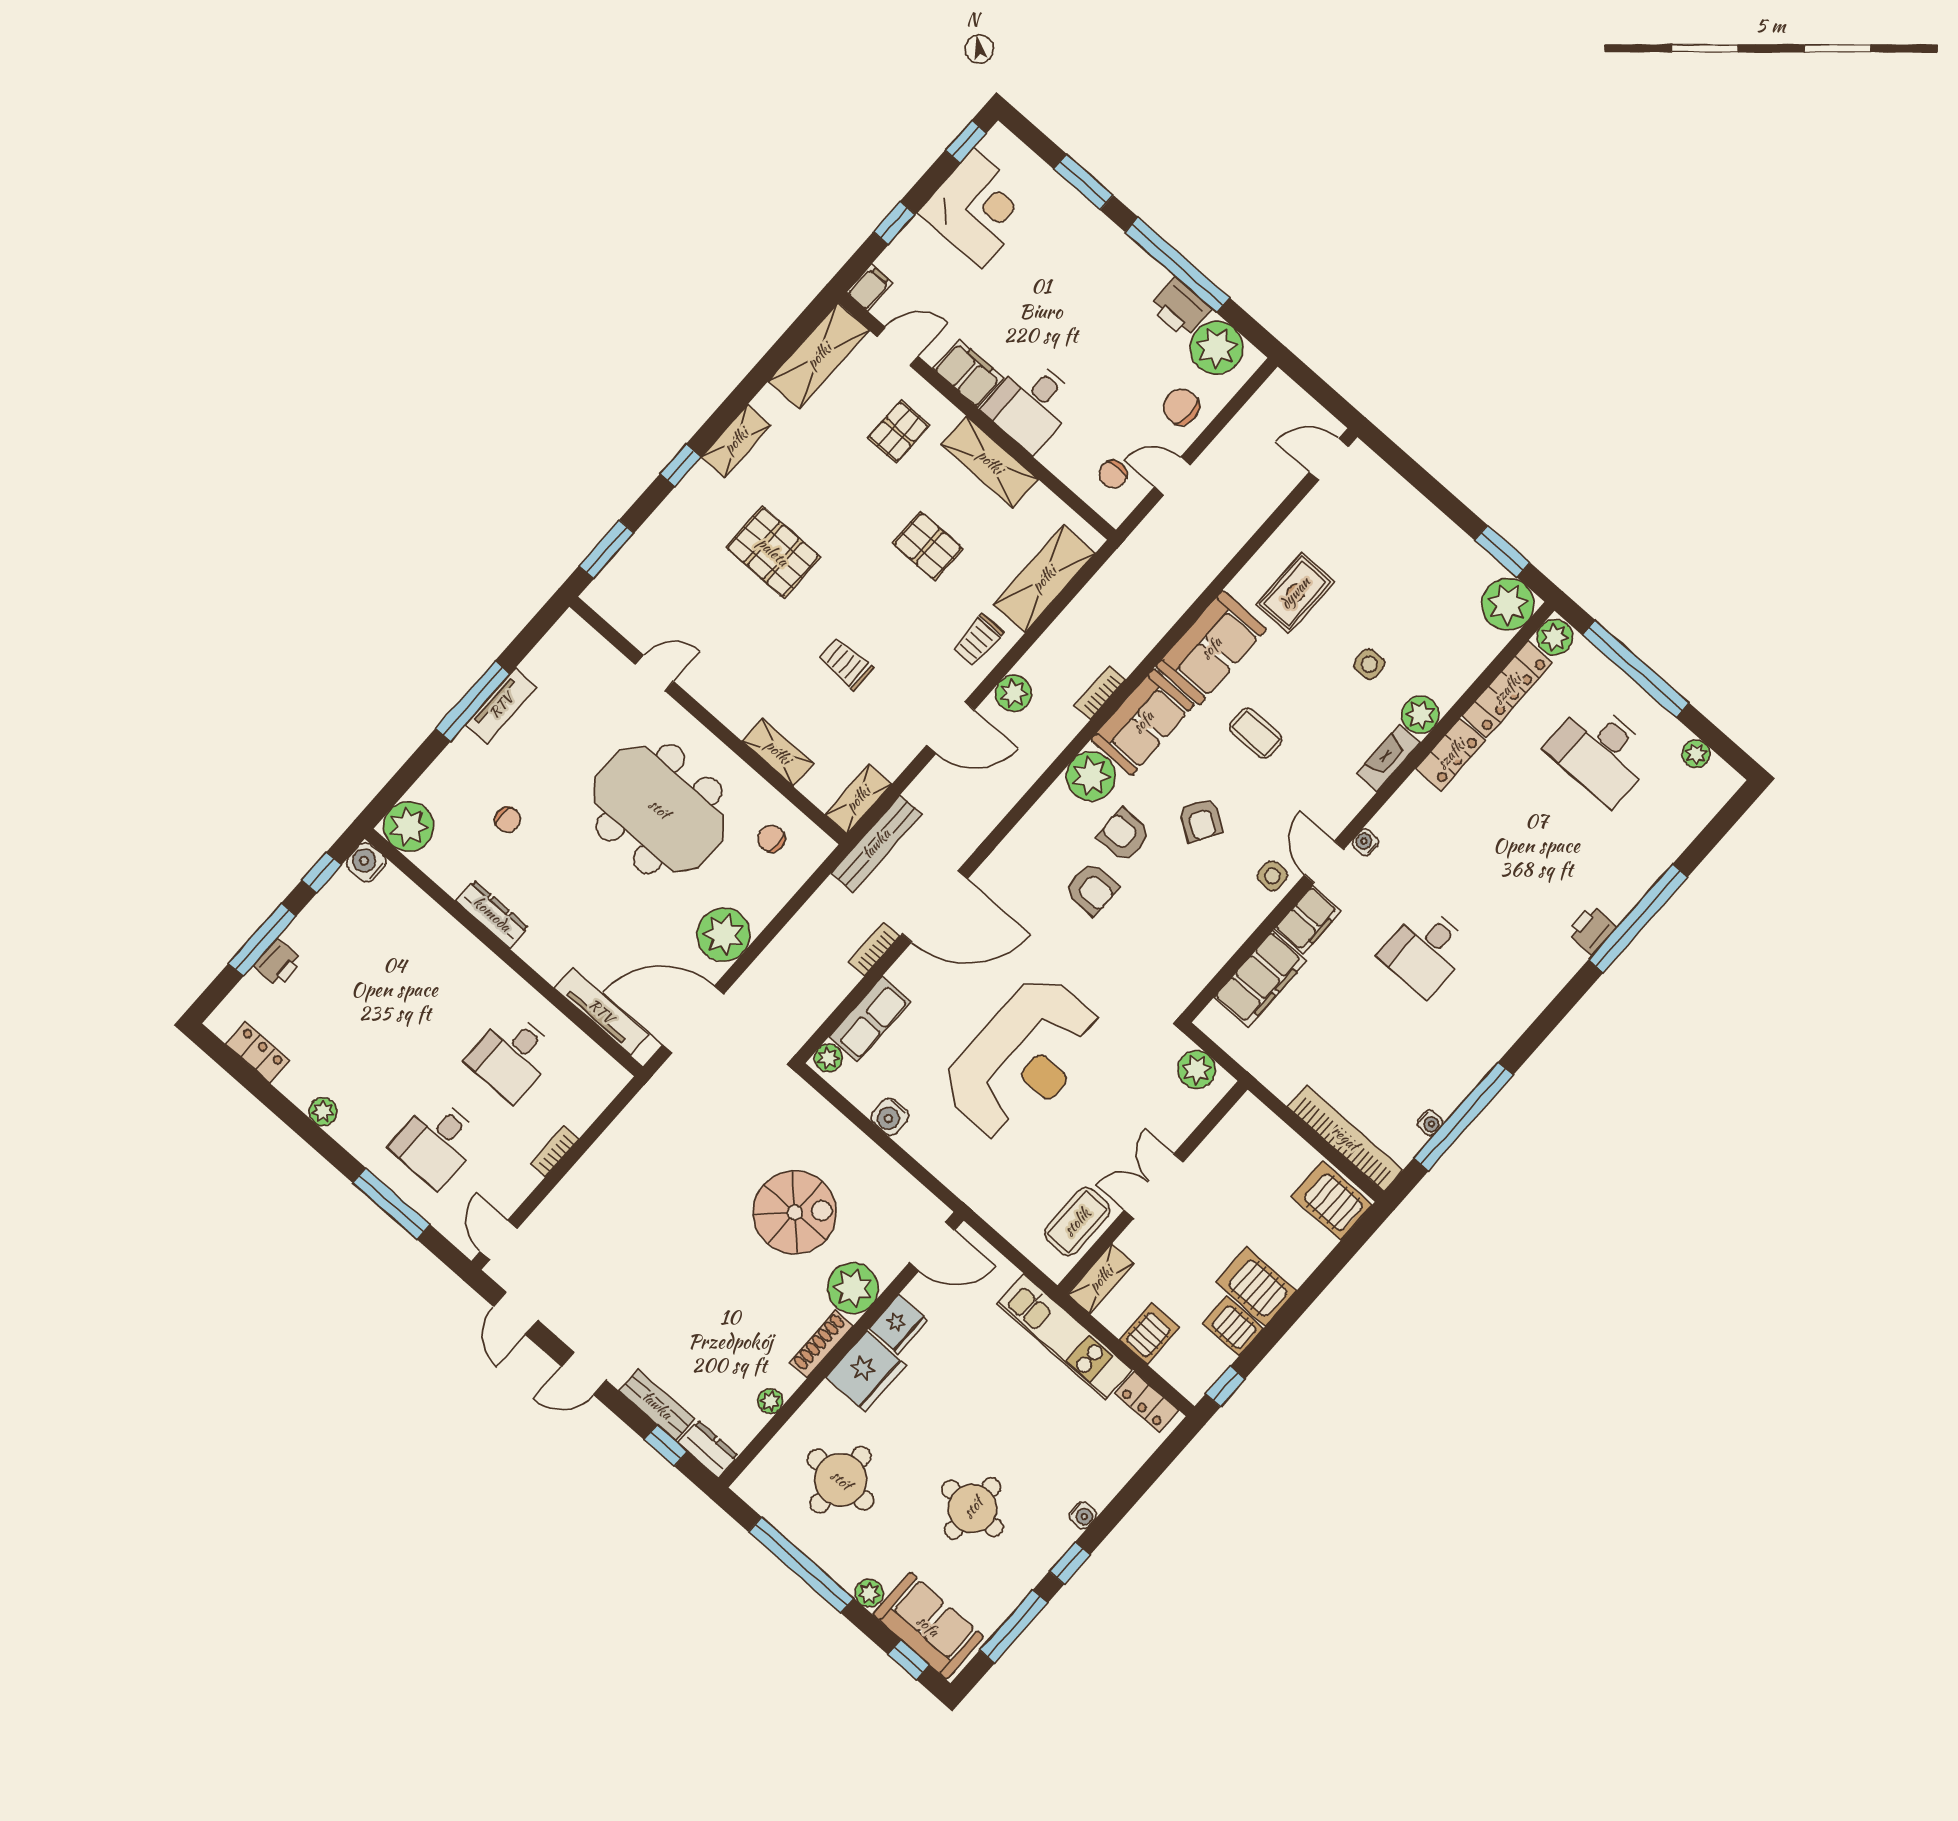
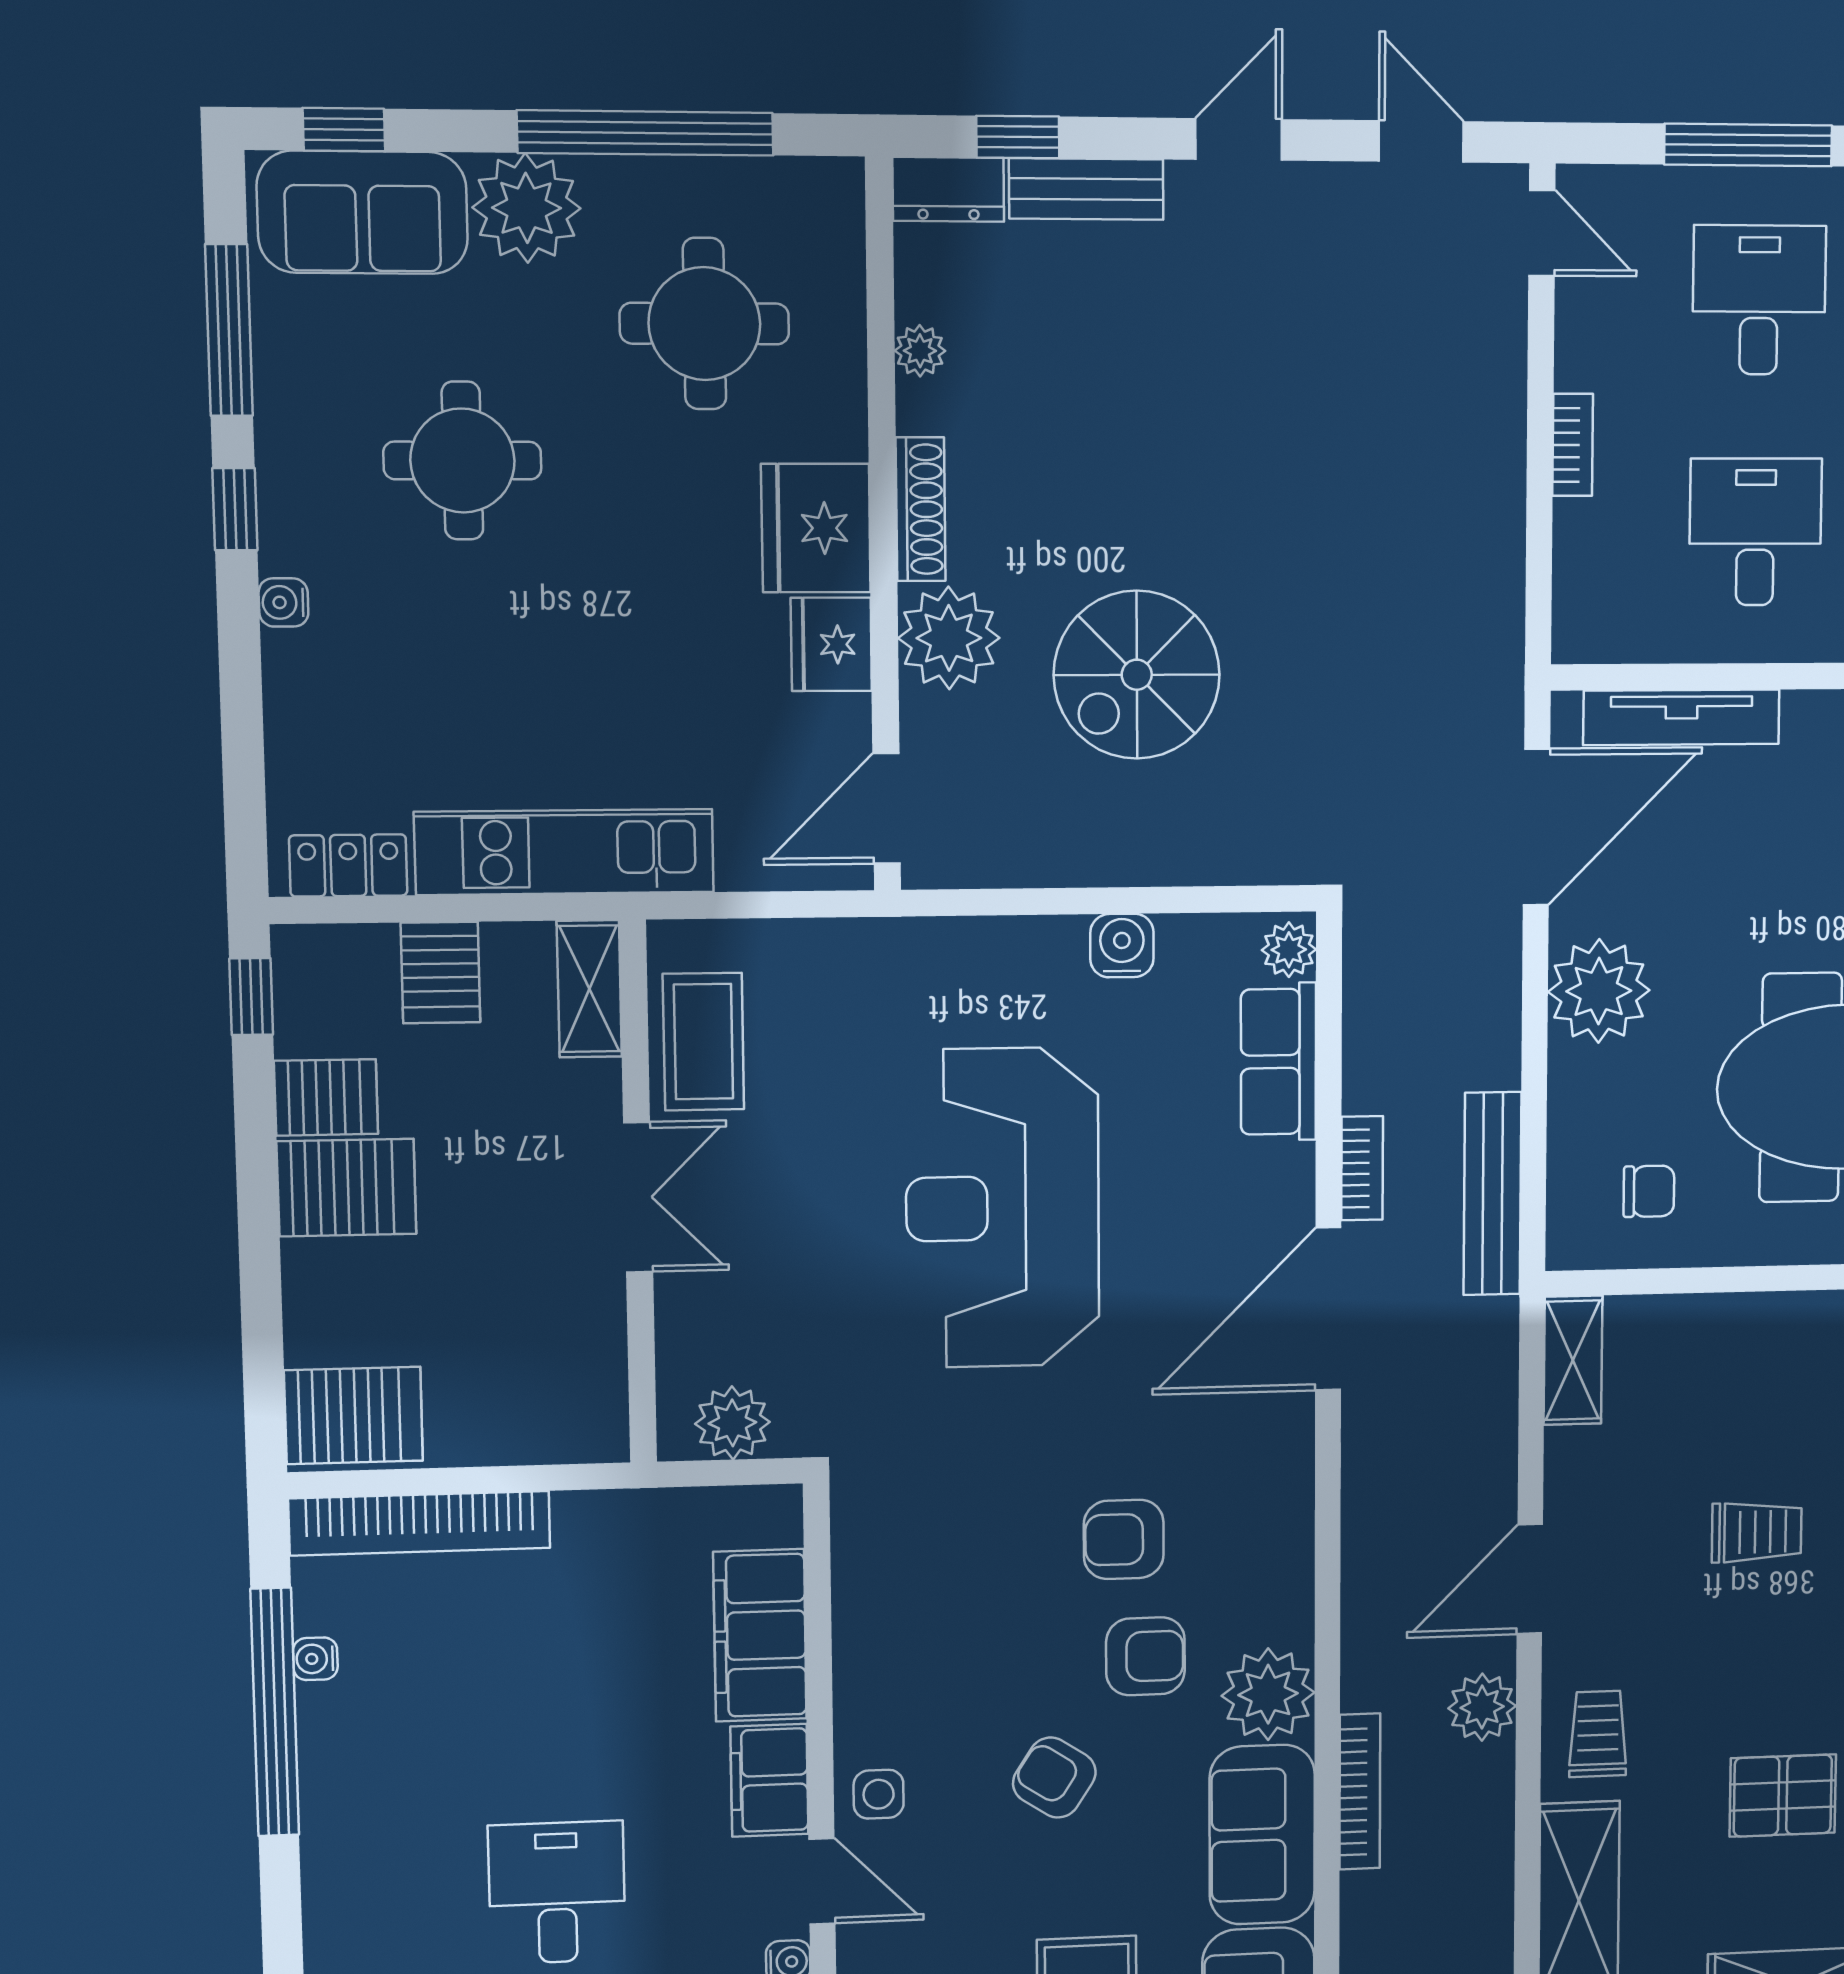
bookcase: (1100, 693) -> (1360, 1792), width x1.56
shelving: (778, 752) -> (1747, 1321), removed
bench: (876, 844) -> (1492, 1194), moved
plant: (869, 1593) -> (527, 208), width x1.88, depth x1.88

